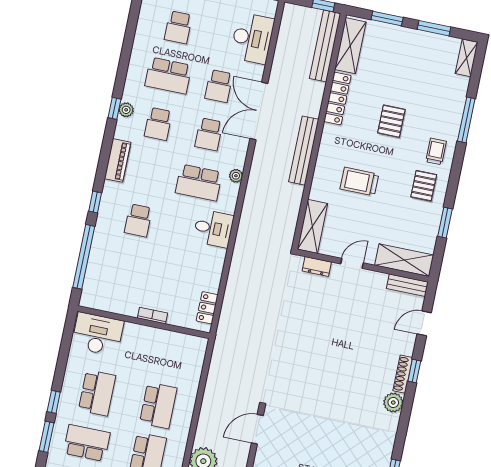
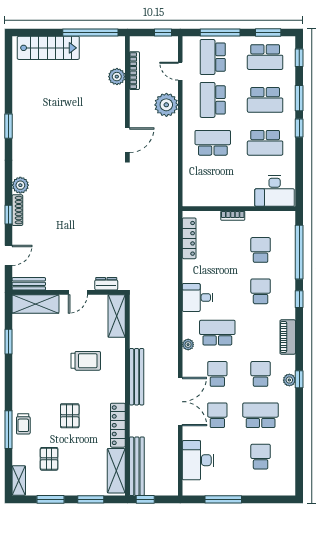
trolley: (436, 151) -> (23, 424), moved
pallet: (424, 186) -> (49, 459), moved
school desk: (128, 269) -> (261, 250), added
locker: (207, 308) -> (189, 238), width x1.53
school desk: (97, 393) -> (265, 143), turned -90
school desk: (158, 406) -> (213, 143), turned 90

